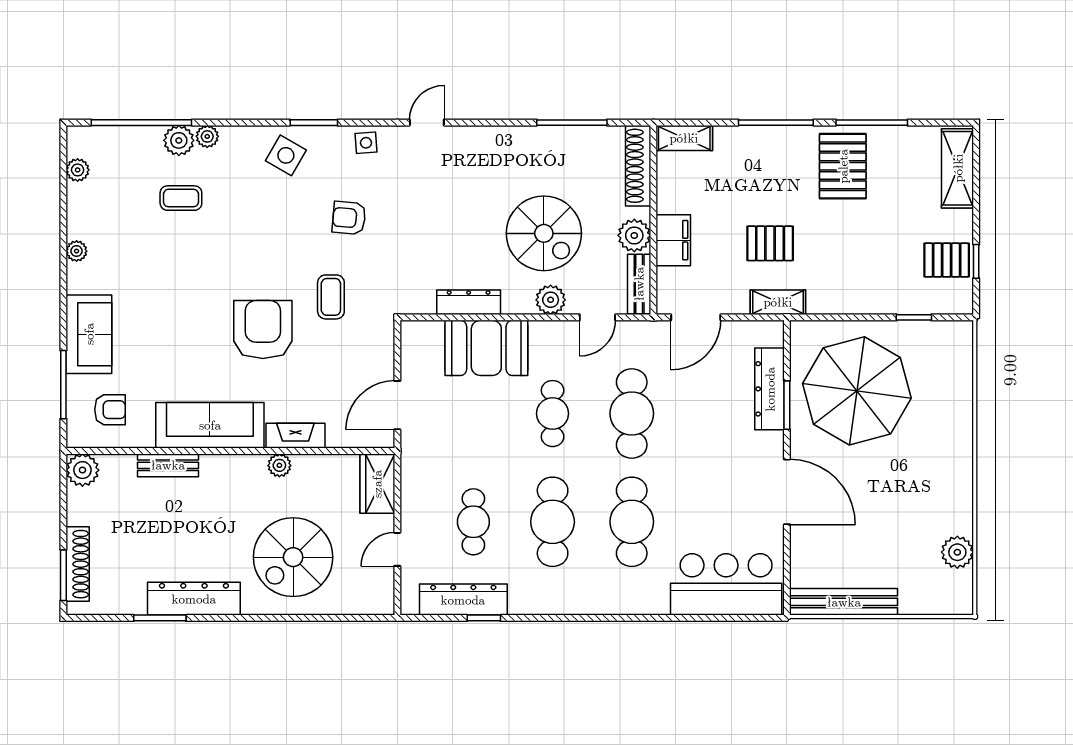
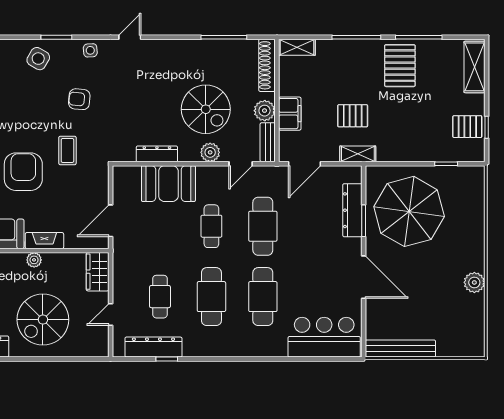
plant: (957, 552) -> (474, 282), moved

